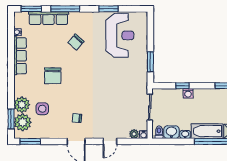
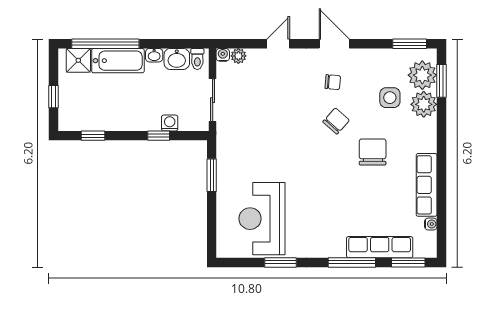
chair: (76, 42) -> (336, 121), moved
washing machine: (188, 93) -> (170, 123), moved

